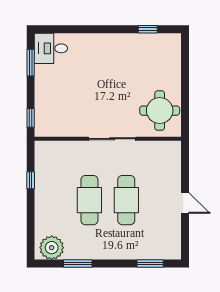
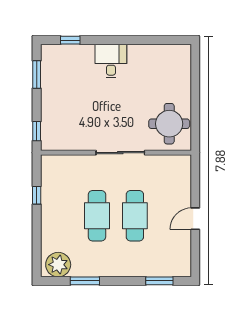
window: (148, 29) -> (70, 40), moved
desk: (51, 48) -> (111, 61), moved, turned 90
door: (185, 203) -> (195, 219), swing flipped

